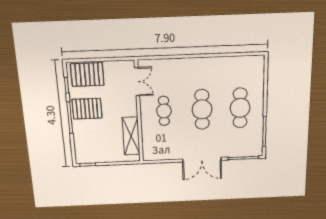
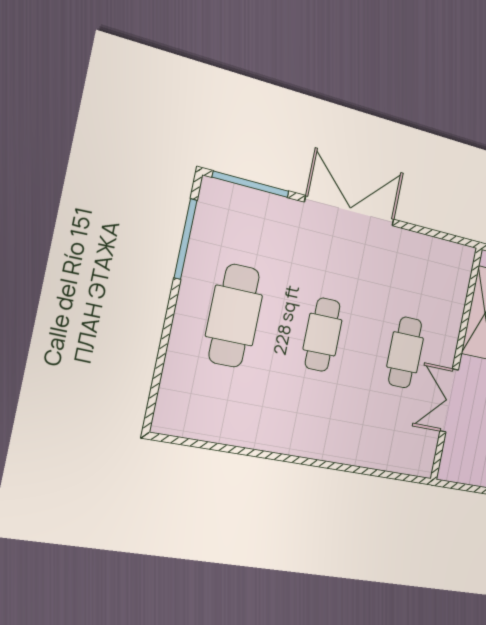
double door: (137, 82) -> (449, 400), moved
cafe table: (202, 109) -> (323, 335), width x0.73, depth x0.74

